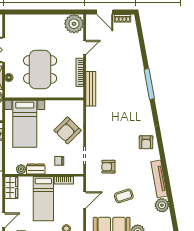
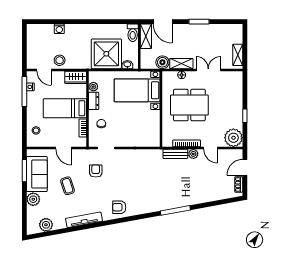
window: (51, 12) -> (245, 116), added
plant: (91, 65) -> (193, 154), added
bench: (91, 89) -> (175, 154), width x0.73
armchair: (68, 130) -> (131, 132), removed
plant: (162, 205) -> (46, 225), moved

